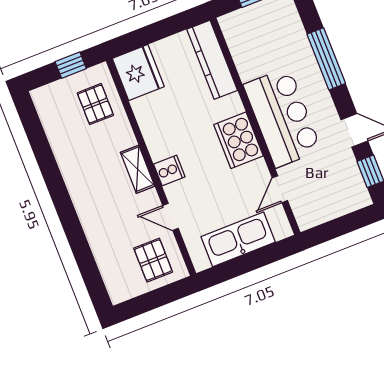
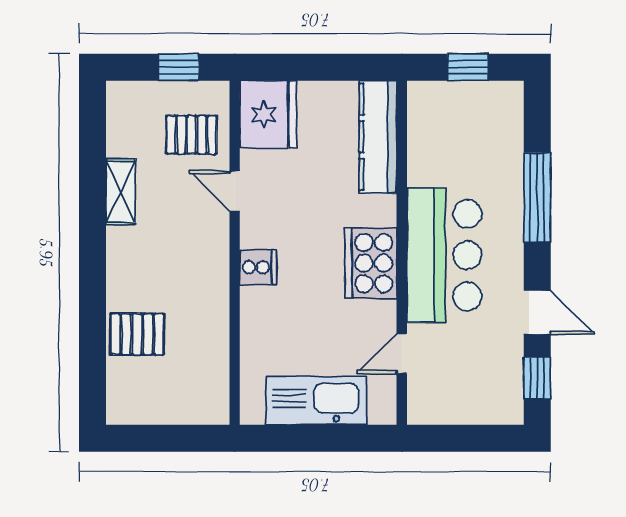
pallet: (95, 104) -> (192, 135), turned 90
shelving: (138, 169) -> (121, 192), moved
door: (171, 217) -> (235, 191), moved
pallet: (153, 260) -> (137, 334), moved, turned 90

